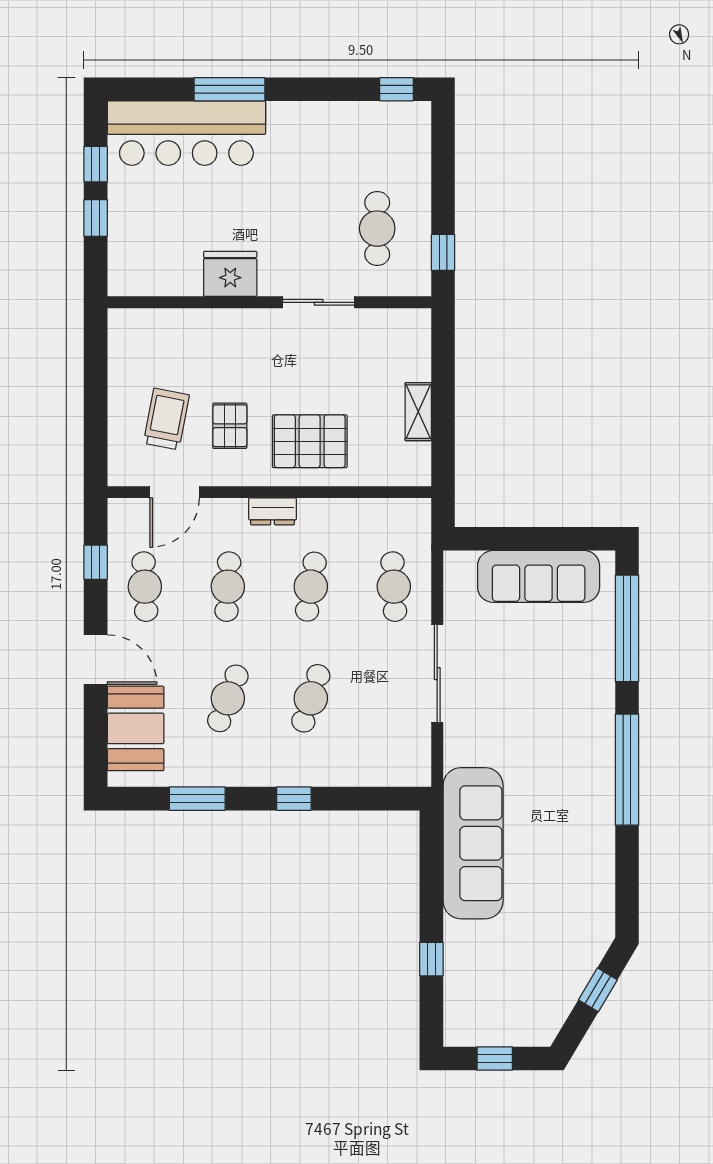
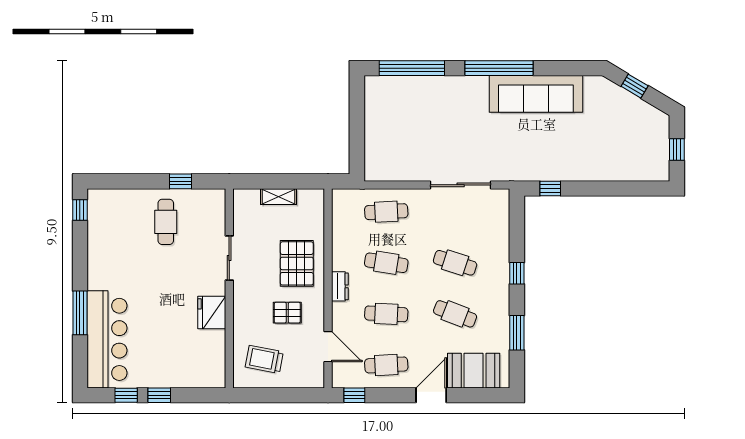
cafe table: (377, 229) -> (166, 222), turned 90
fridge: (230, 274) -> (212, 312), moved
wall: (269, 302) -> (229, 288), moved
sliding door: (319, 302) -> (229, 258), moved
trolley: (166, 419) -> (264, 359), moved
window: (96, 562) -> (354, 395), moved
sofa: (539, 576) -> (380, 123), removed
sliding door: (437, 674) -> (461, 185), moved
sofa: (473, 843) -> (536, 94), moved, turned 180
window: (431, 959) -> (550, 189), moved

